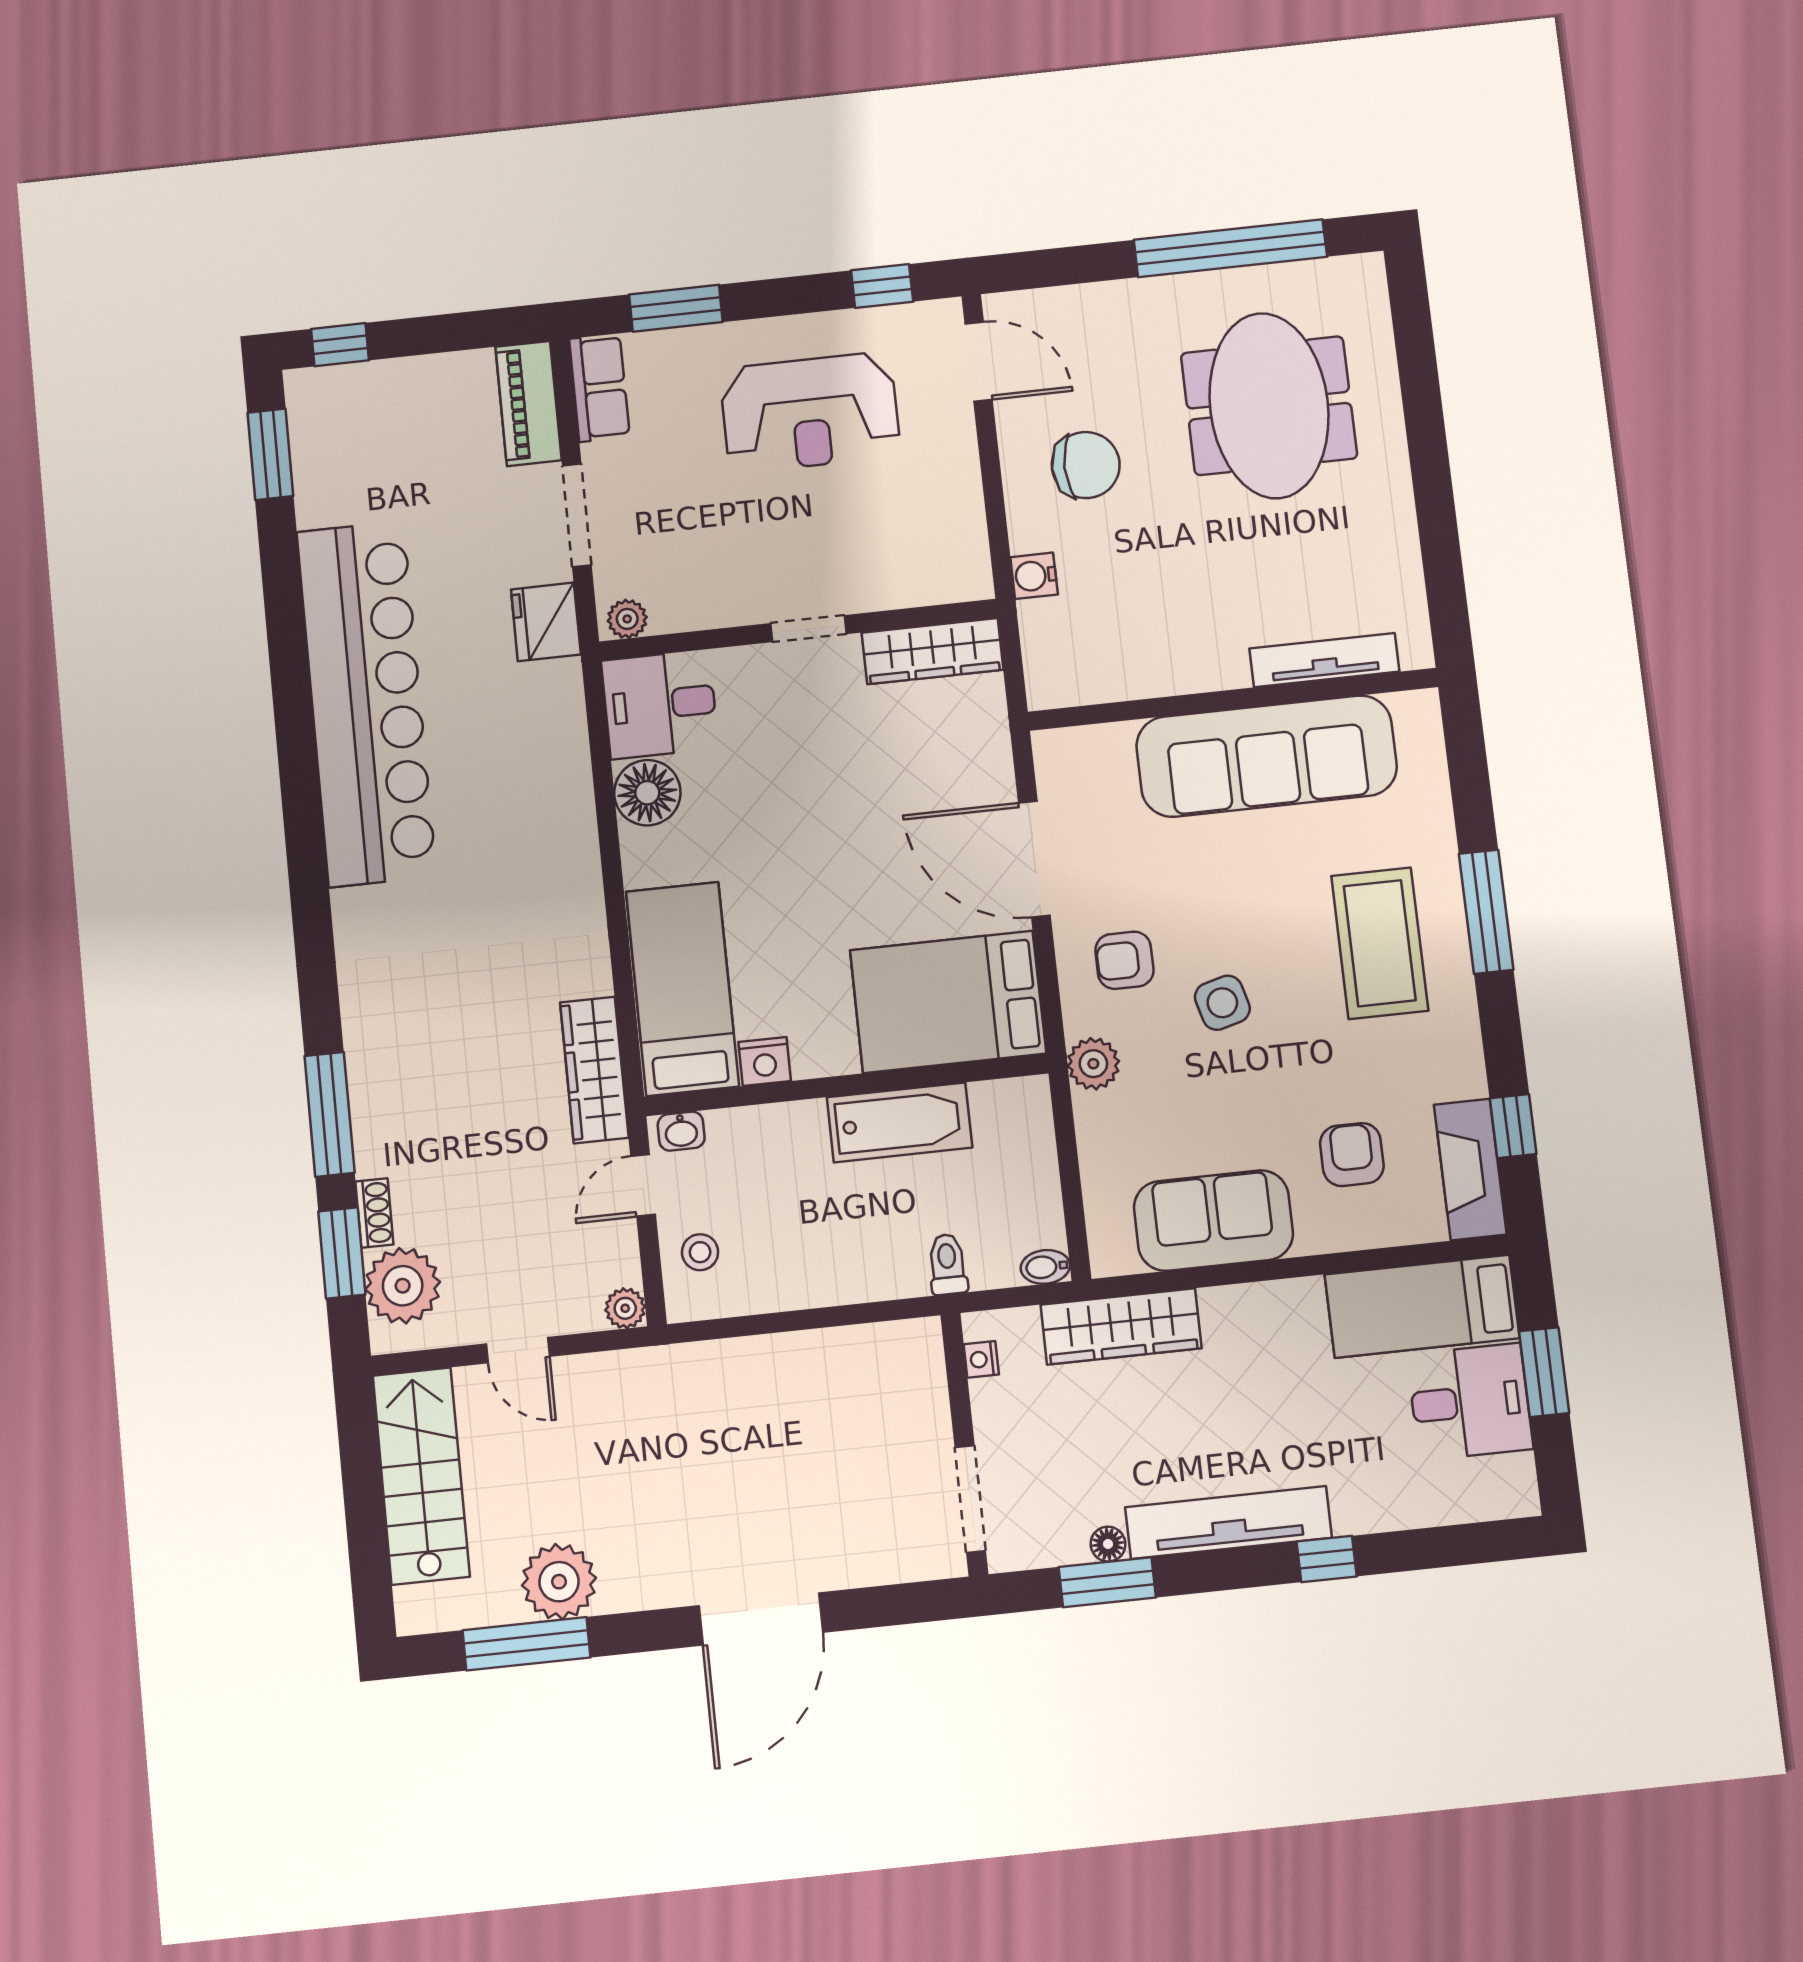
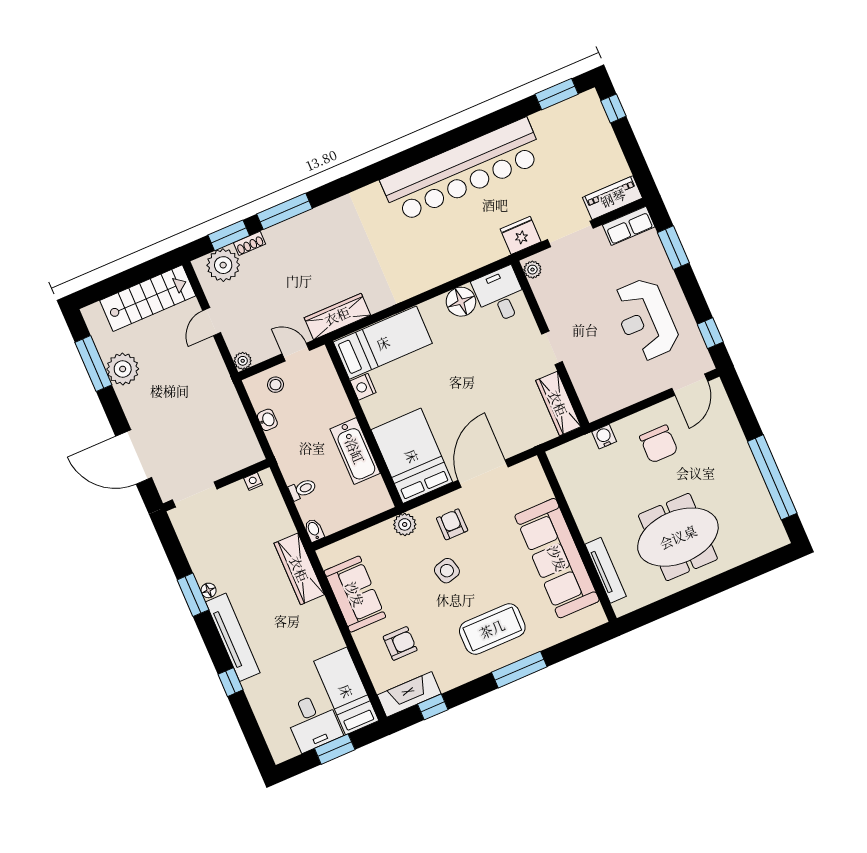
meeting table: (1269, 406) -> (678, 537), moved
washbasin: (681, 1131) -> (267, 420), moved, turned 180
nightstand: (981, 1359) -> (253, 481), moved
wall: (964, 1444) -> (216, 485), moved
doorway: (970, 1499) -> (195, 494), moved

